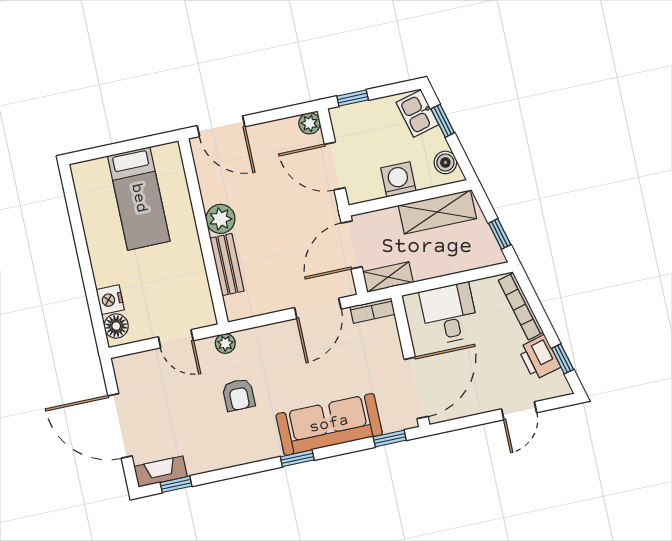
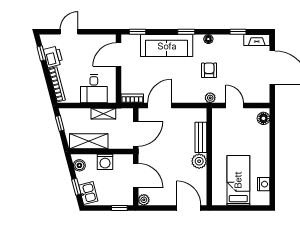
shelving: (388, 277) -> (103, 114), moved
nightstand: (110, 300) -> (264, 184), moved
door: (416, 388) -> (119, 55), width x0.73
floor lamp: (253, 454) -> (208, 39), added
window: (176, 484) -> (238, 32), moved

